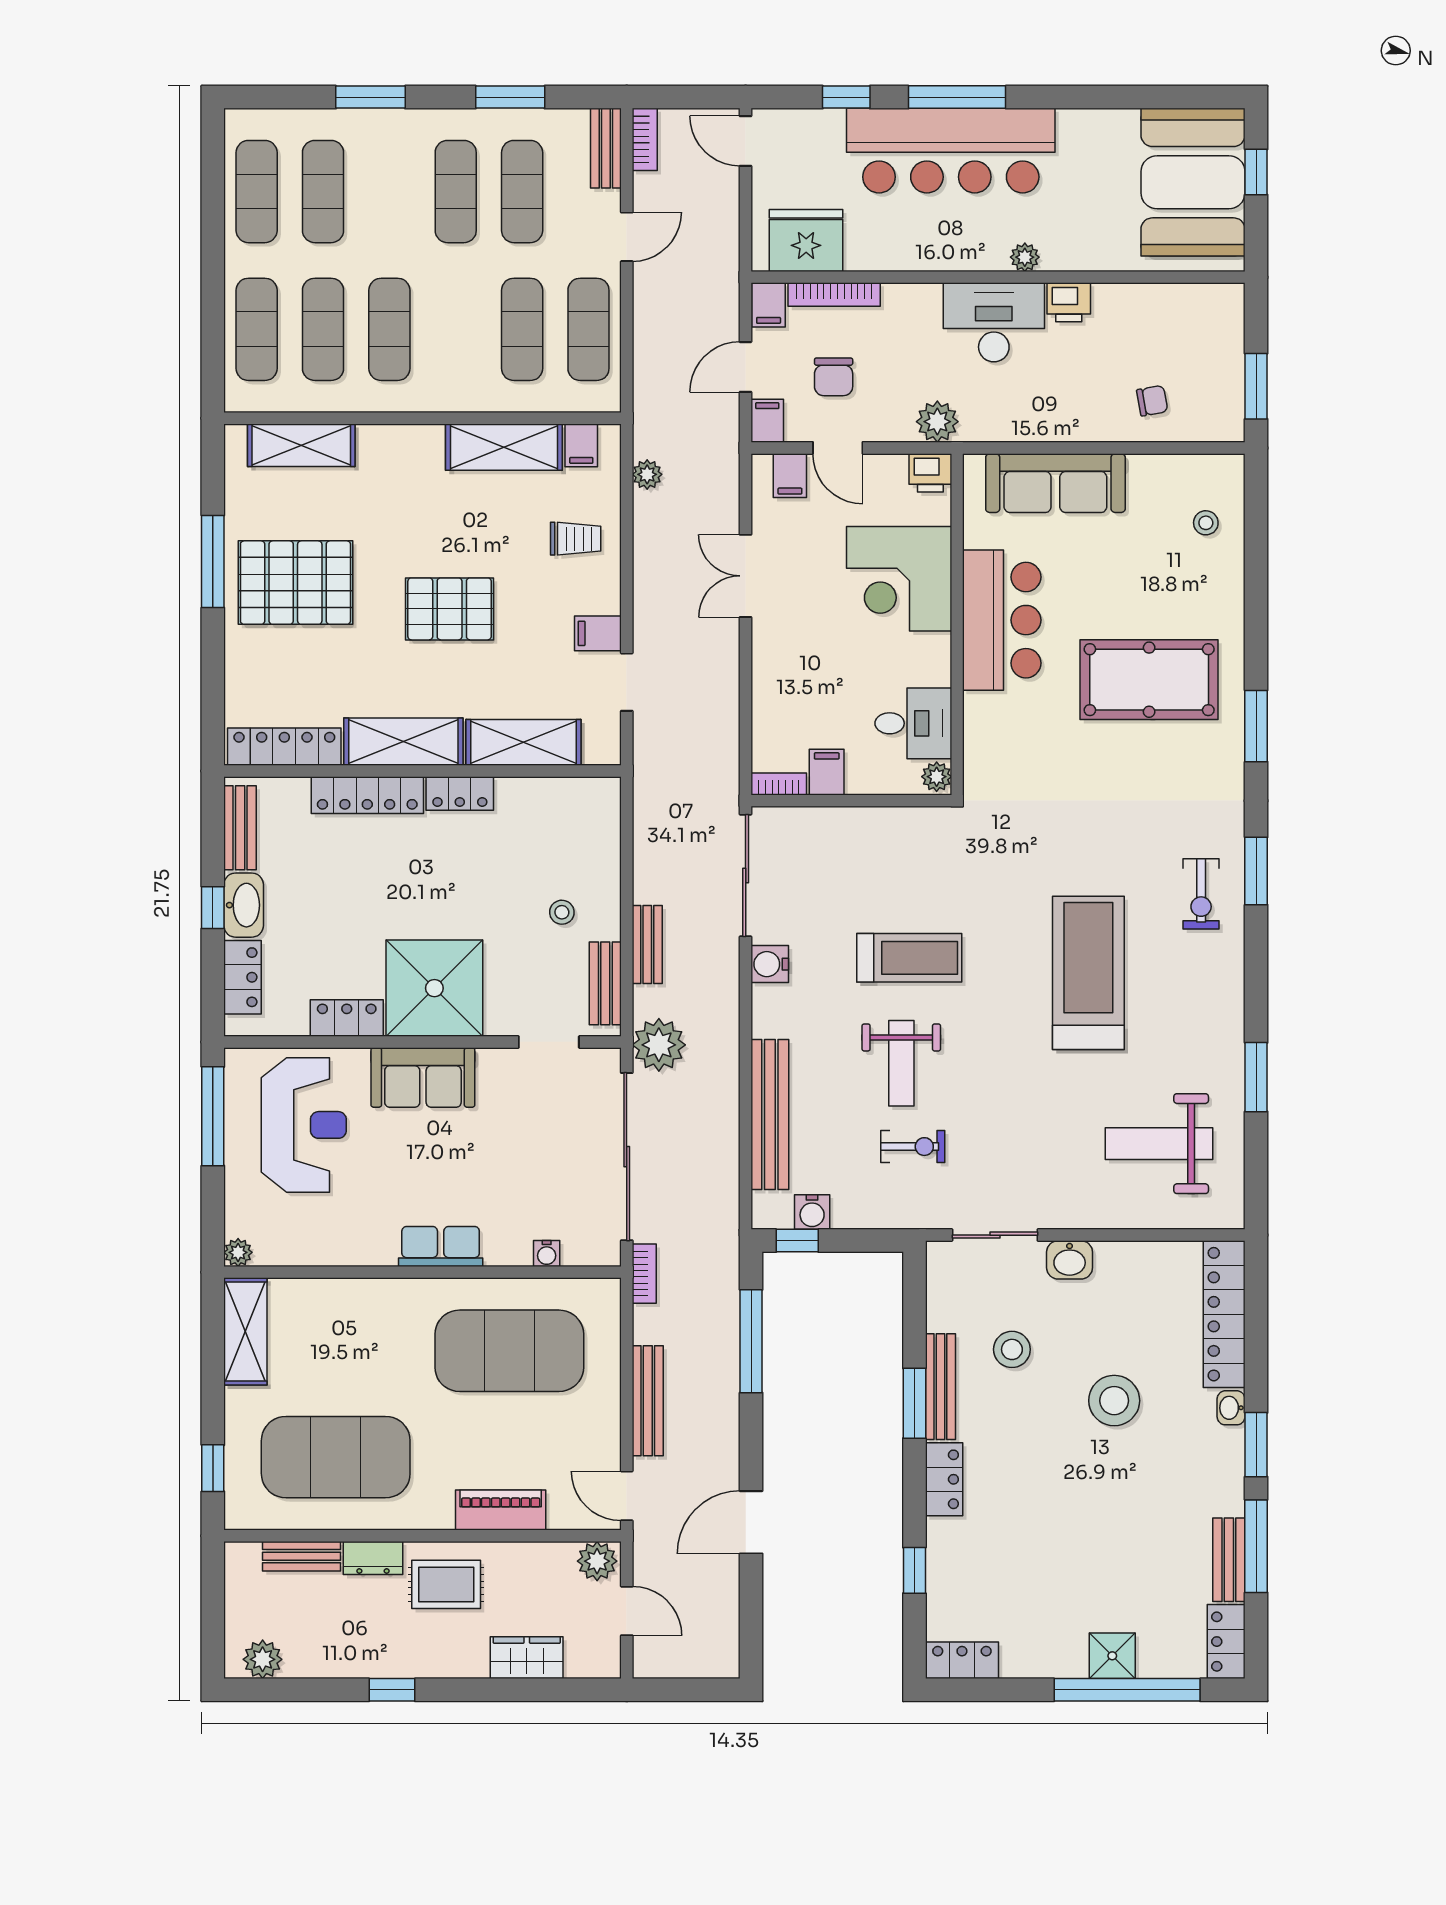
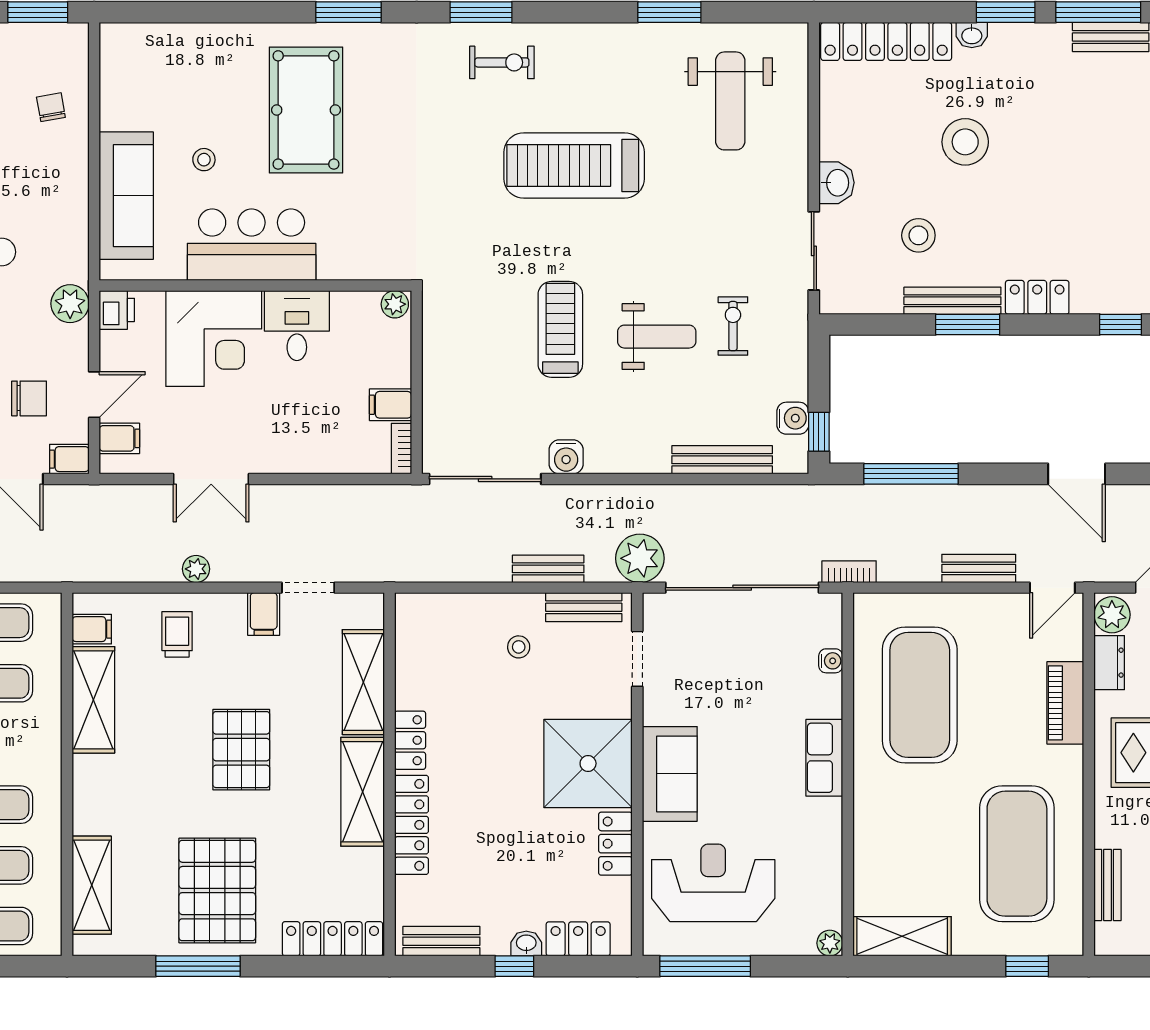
plant: (647, 474) -> (196, 569), moved
stool: (1206, 523) -> (204, 160), moved
desk: (913, 723) -> (297, 326), moved
locker: (284, 747) -> (333, 939), moved, turned 90
washbasin: (244, 905) -> (526, 944), width x0.52, depth x0.69
bench: (770, 1115) -> (722, 460), width x0.73, depth x0.82
bench: (648, 1401) -> (979, 568), width x0.73
dresser: (373, 1558) -> (1109, 663), moved

